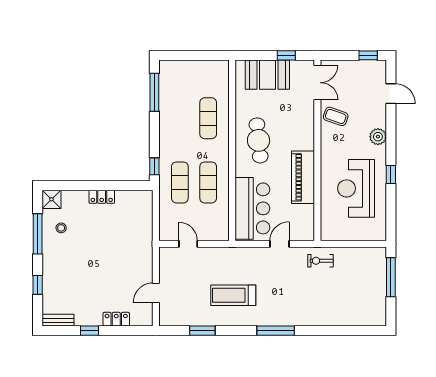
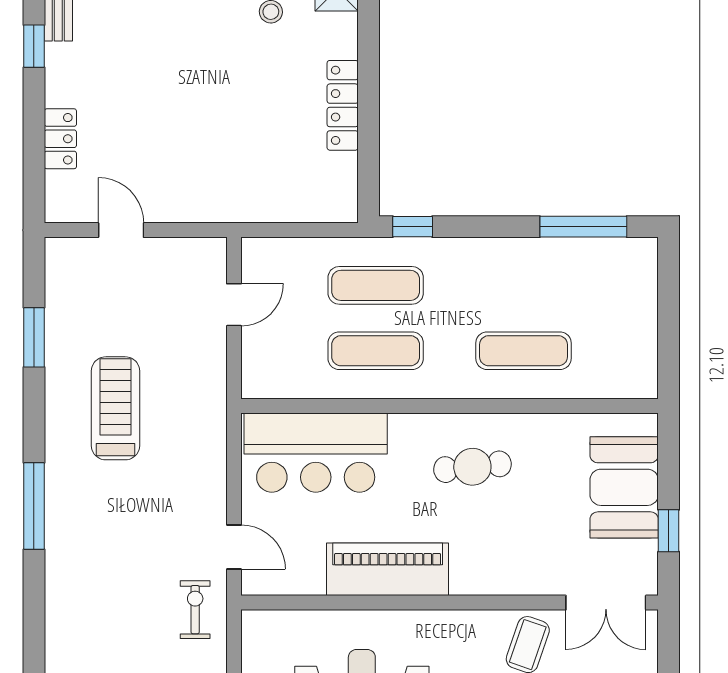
cafe table: (259, 140) -> (472, 467), width x0.73, depth x0.74
locker: (102, 197) -> (343, 105), width x1.53
door: (279, 244) -> (234, 547), moved
window: (90, 331) -> (34, 46), moved

